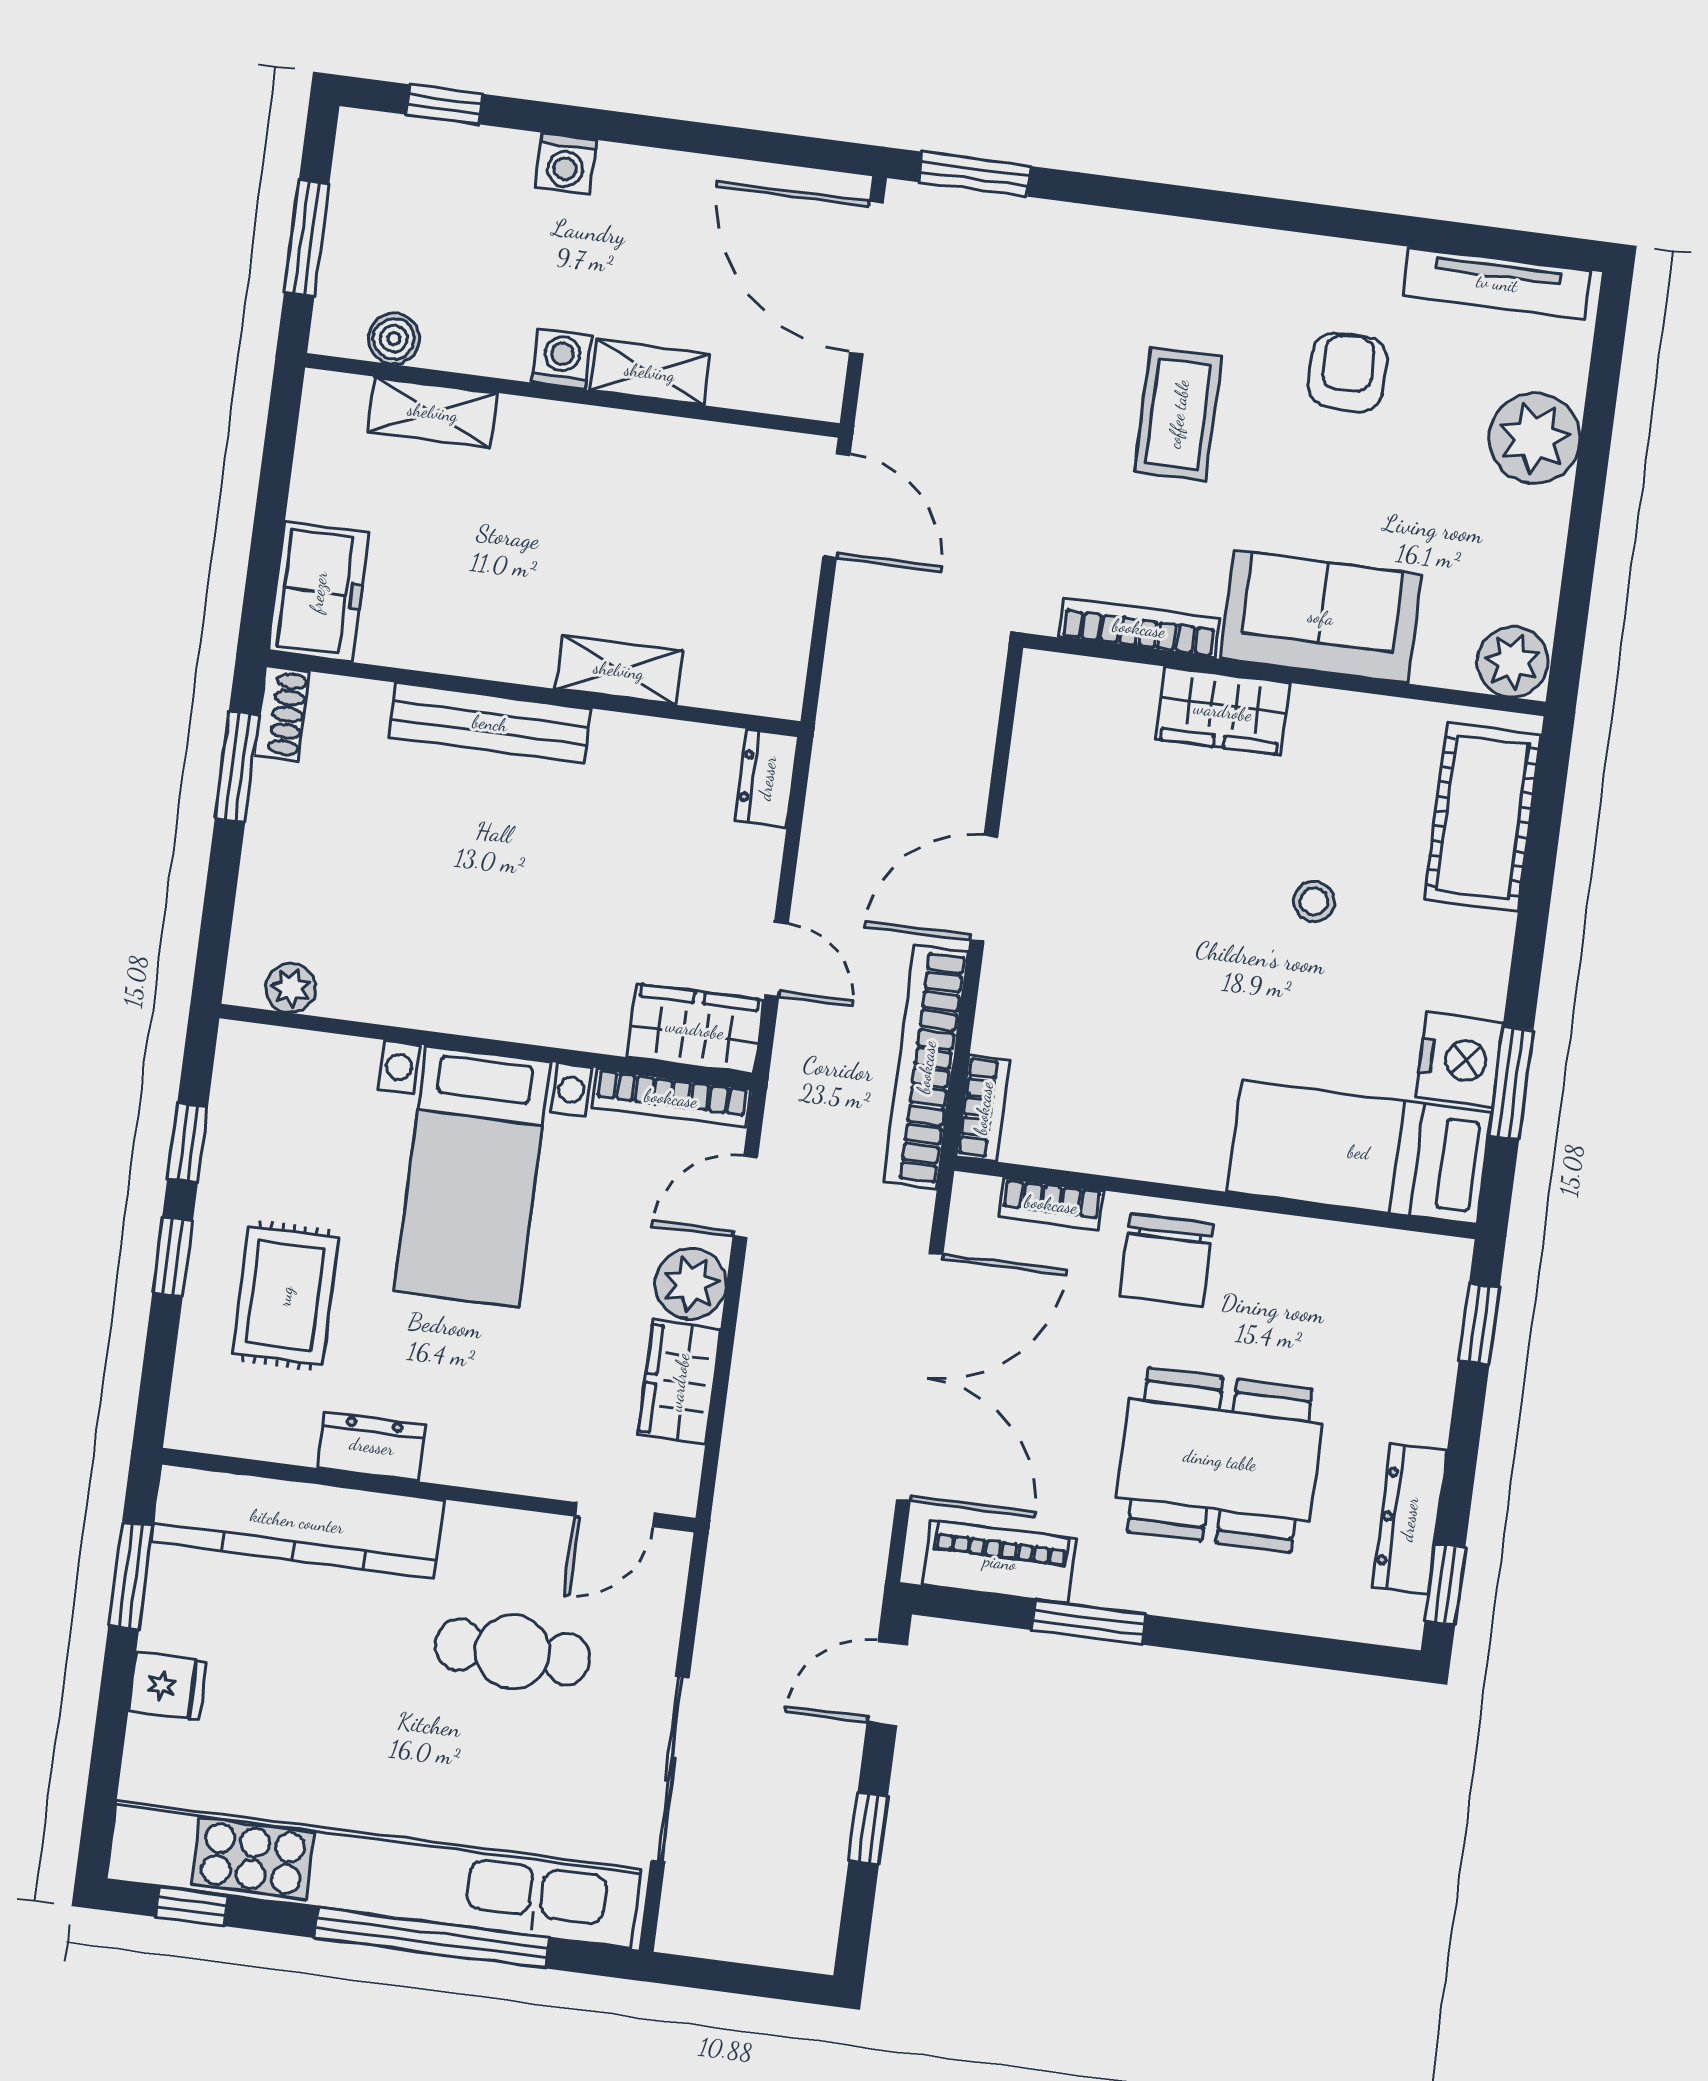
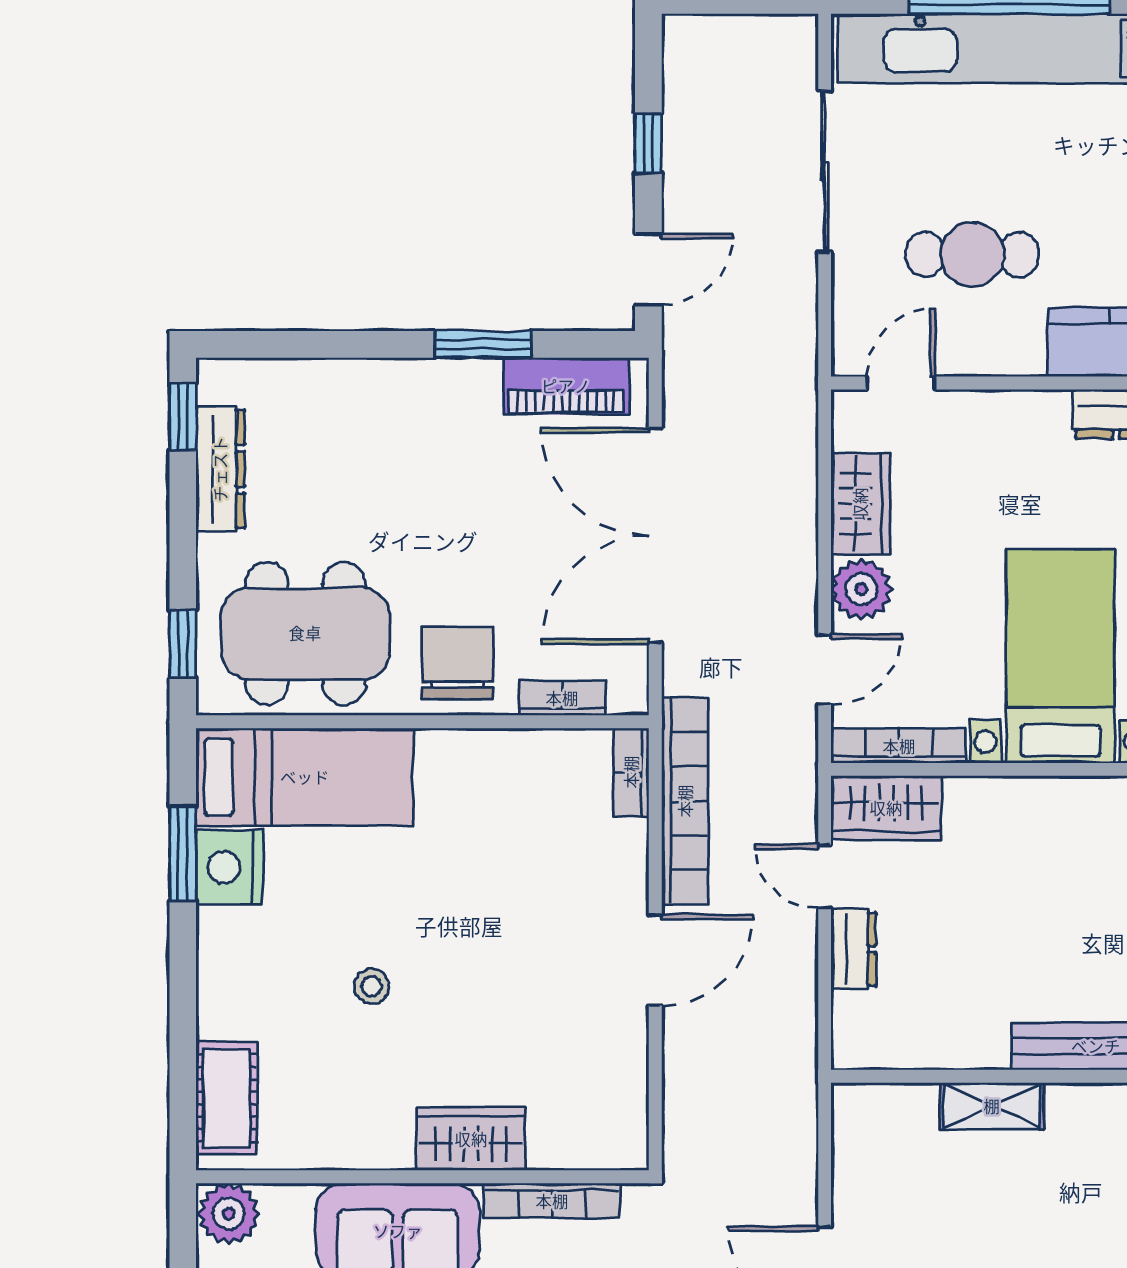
dresser: (767, 778) -> (853, 949), moved
cot: (1483, 817) -> (226, 1098), width x0.73, depth x0.75
dining table: (1220, 1460) -> (305, 633), moved

